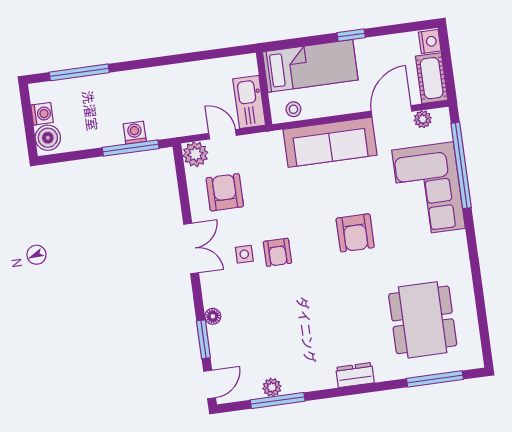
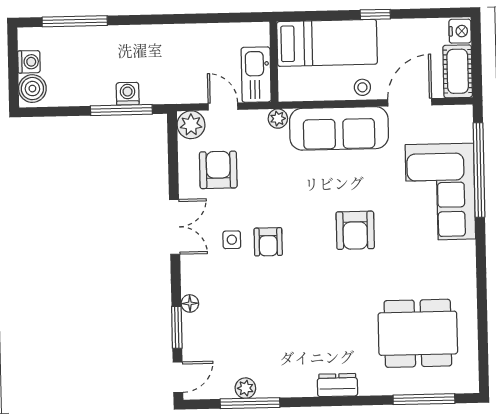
stool: (293, 109) -> (362, 87), moved
plant: (423, 119) -> (278, 119), moved
dining table: (423, 320) -> (418, 333), turned 90

